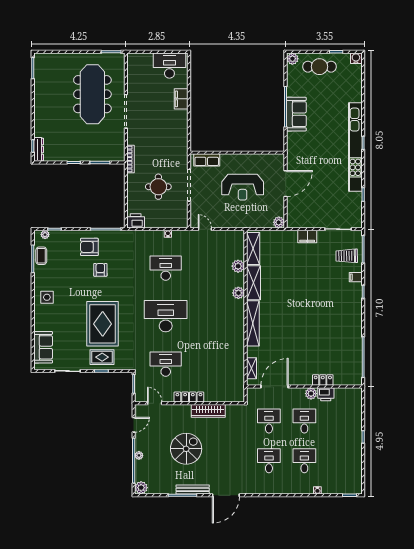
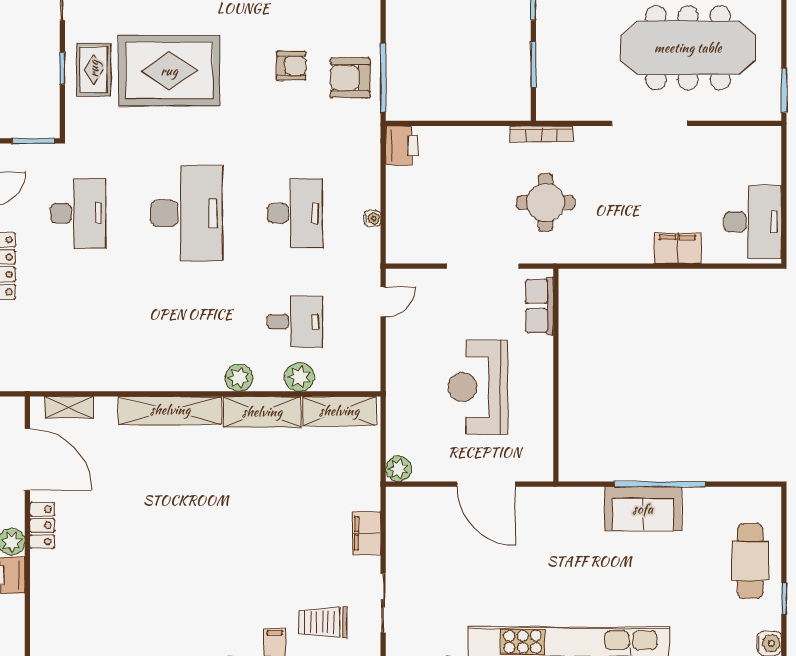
plant: (292, 59) -> (768, 500), removed
round table: (158, 187) -> (546, 202), moved
armchair: (89, 247) -> (350, 78), moved, turned -90
trolley: (347, 256) -> (323, 622), turned -89
desk: (214, 268) -> (295, 322), added
locker: (323, 380) -> (42, 525), moved

